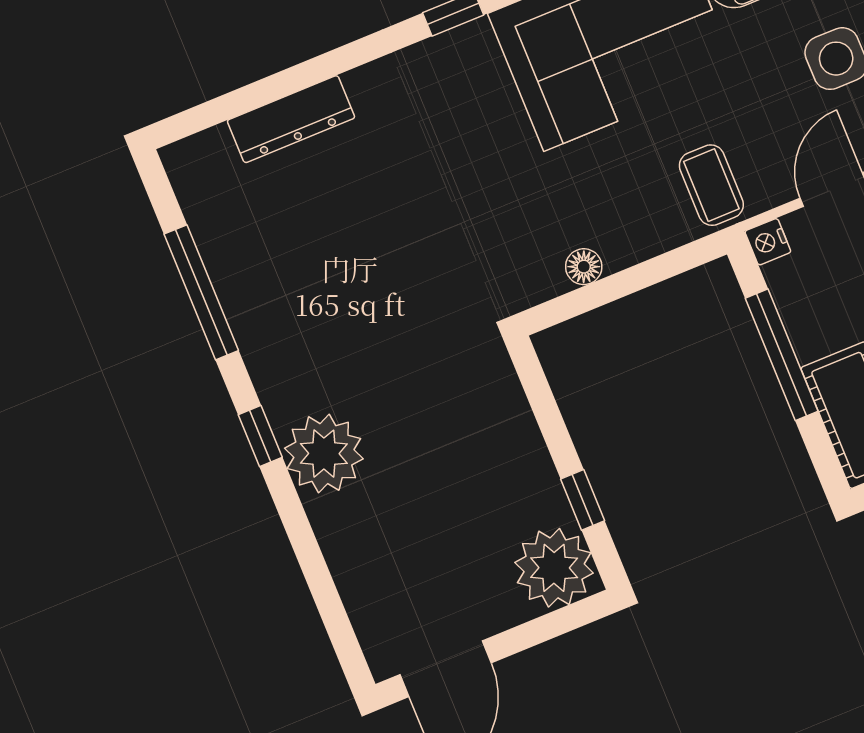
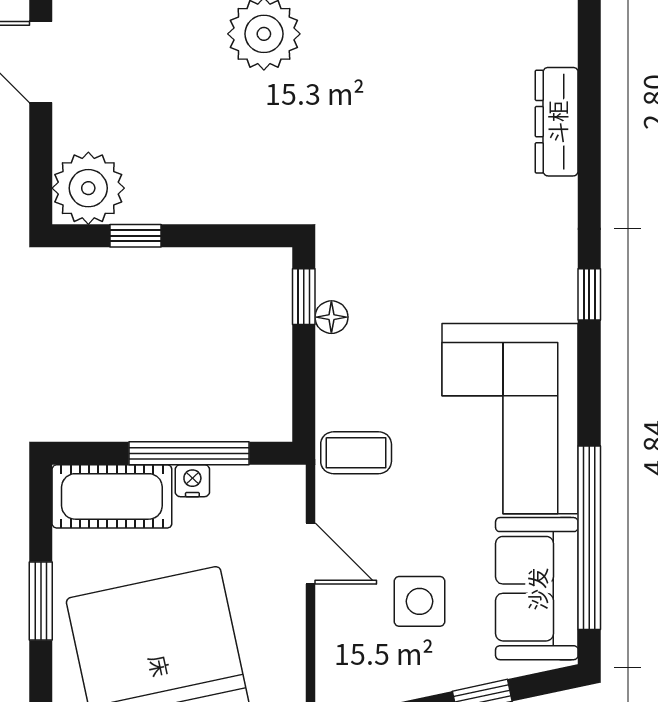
nightstand: (768, 242) -> (192, 481), moved
window: (575, 303) -> (304, 297), added

